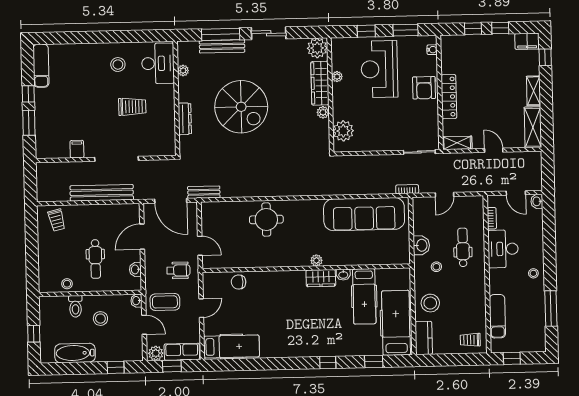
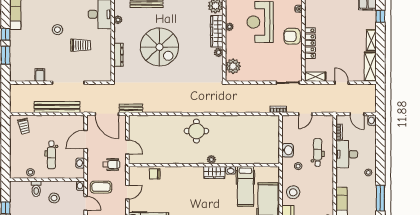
stool: (118, 65) -> (57, 30), moved
armchair: (424, 88) -> (292, 36), turned 90
sofa: (364, 214) -> (247, 127), removed
round table: (266, 219) -> (196, 131), moved

